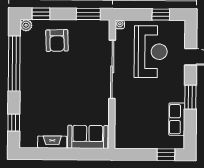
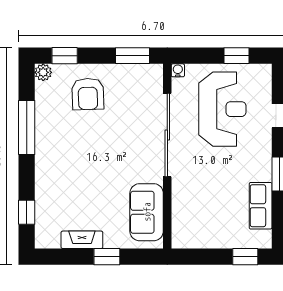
window: (14, 64) -> (27, 128), width x0.68
sofa: (88, 137) -> (147, 212), moved, turned -90
window: (69, 154) -> (107, 257), added

